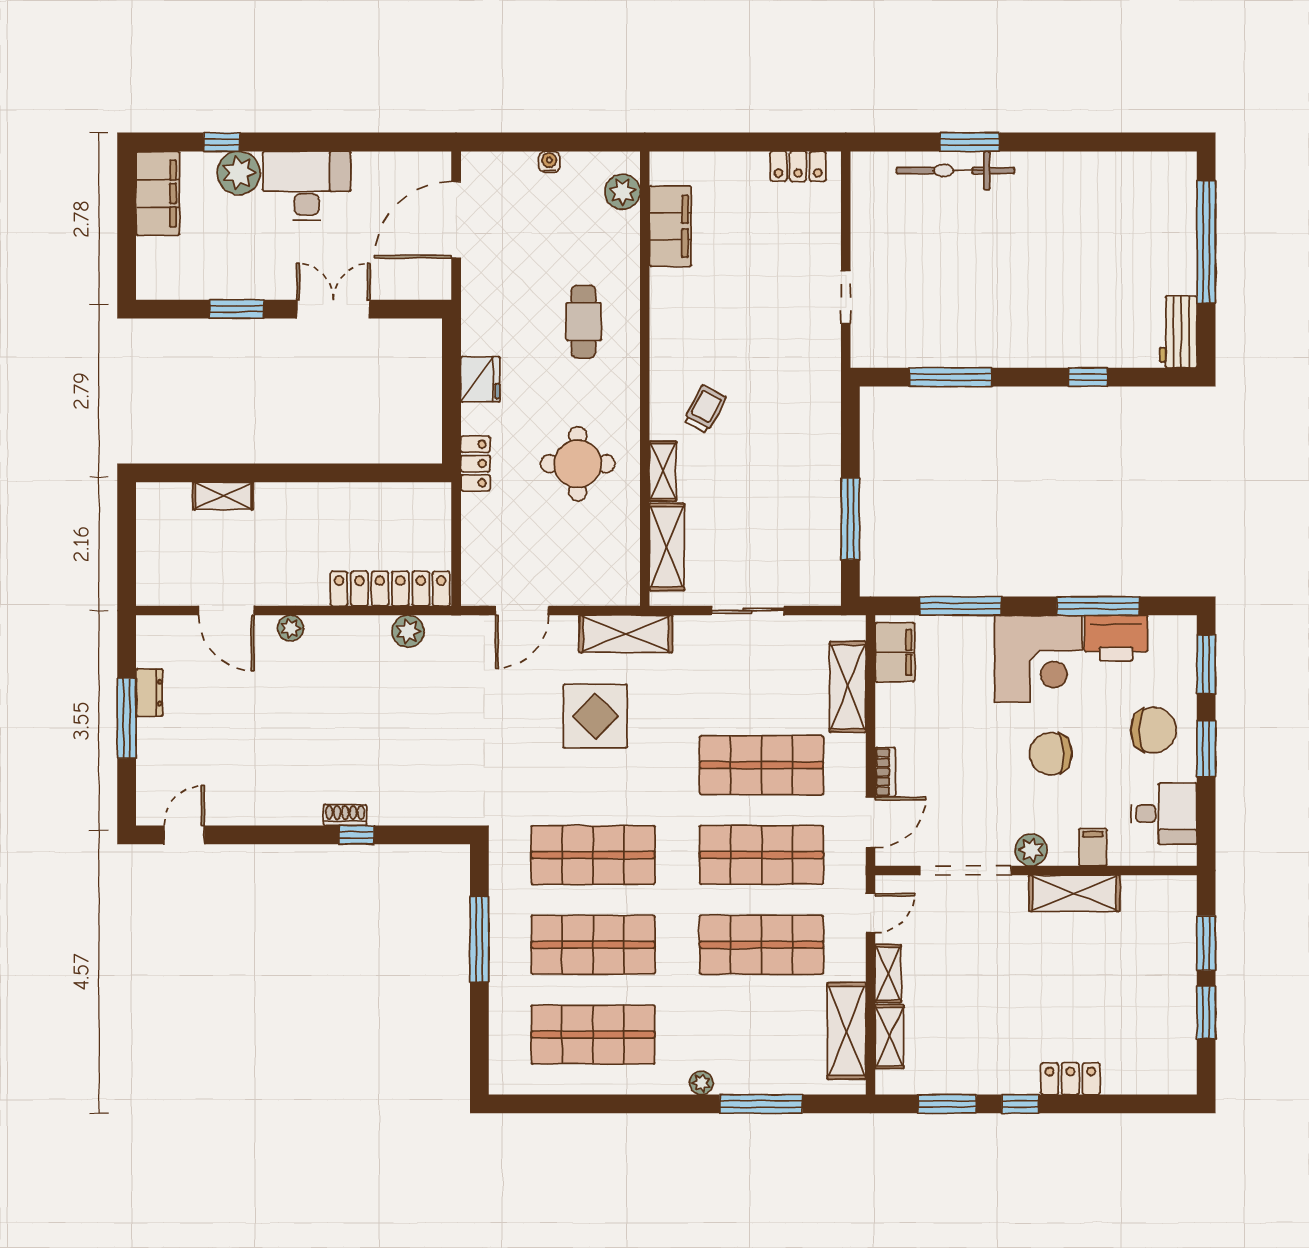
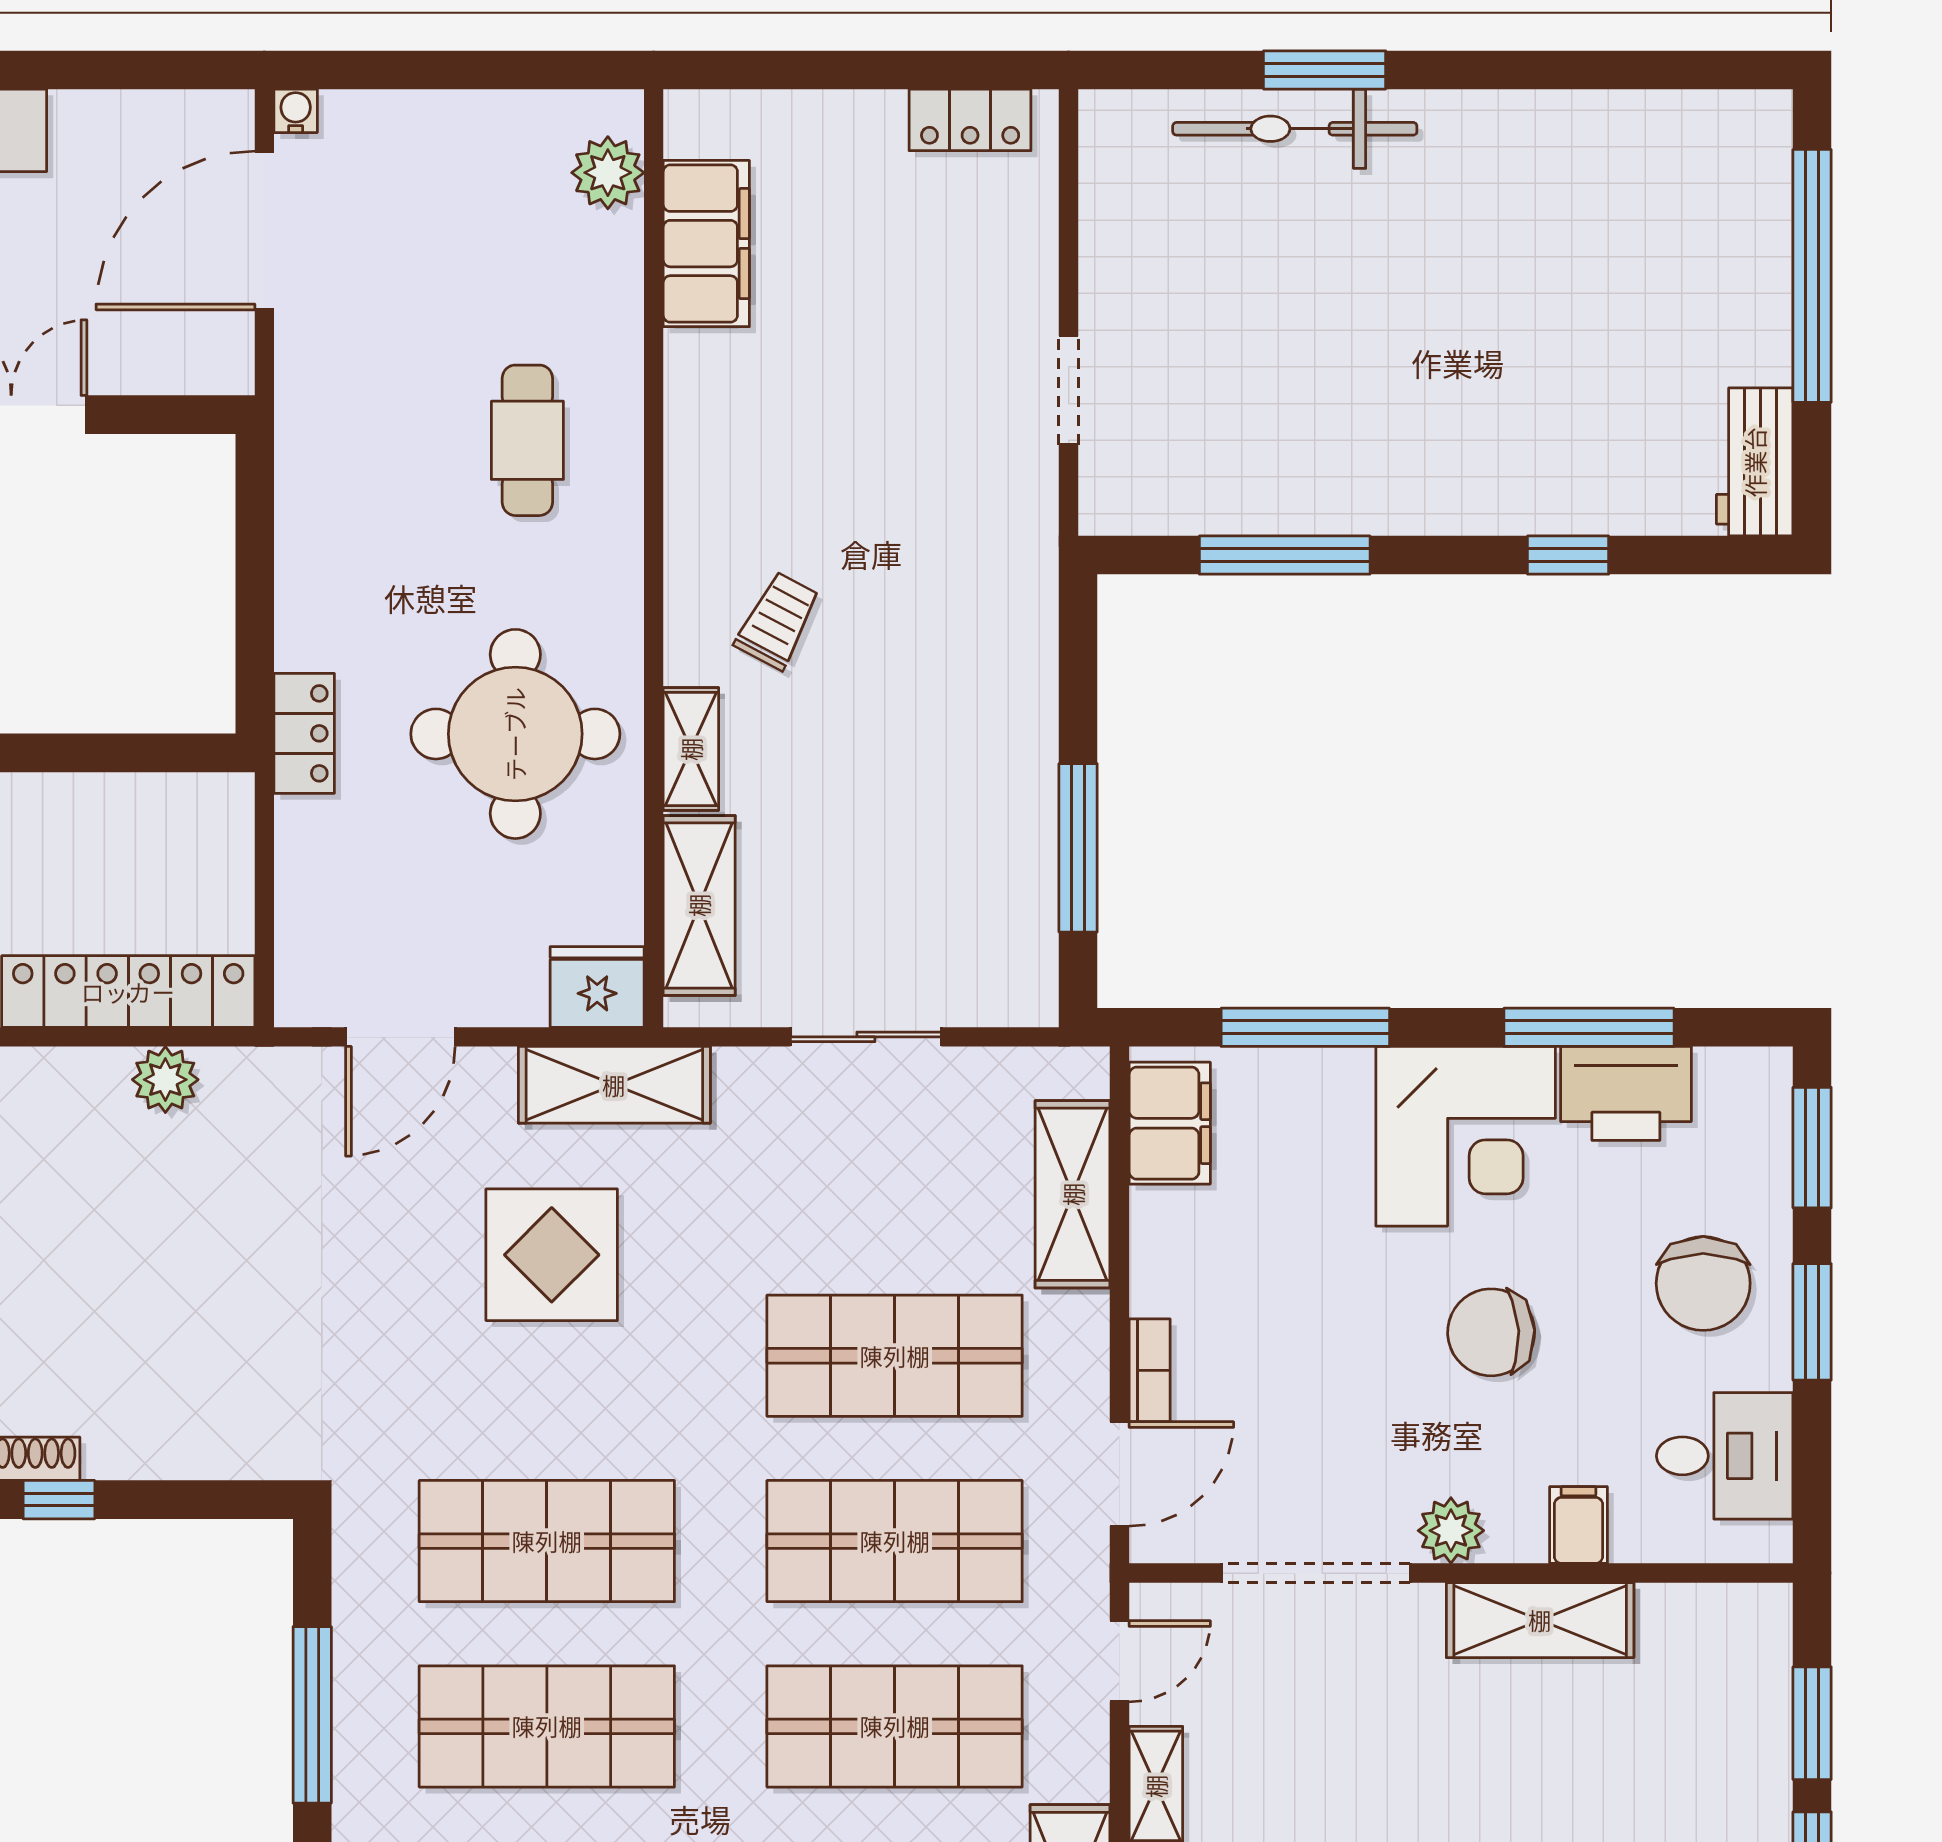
water cooler: (549, 162) -> (296, 111), moved
fridge: (480, 379) -> (597, 987), moved, turned -90
round table: (578, 464) -> (515, 734), width x1.36, depth x1.36
chair: (1153, 730) -> (1703, 1283), turned 90

